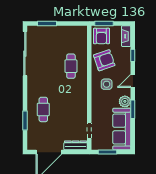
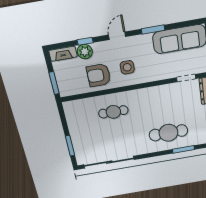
armchair: (101, 36) -> (70, 84), removed
armchair: (104, 60) -> (99, 75), turned -71
door: (133, 81) -> (117, 36), swing flipped
plant: (125, 101) -> (85, 52), moved
cafe table: (43, 109) -> (168, 133), width x1.37, depth x1.35

